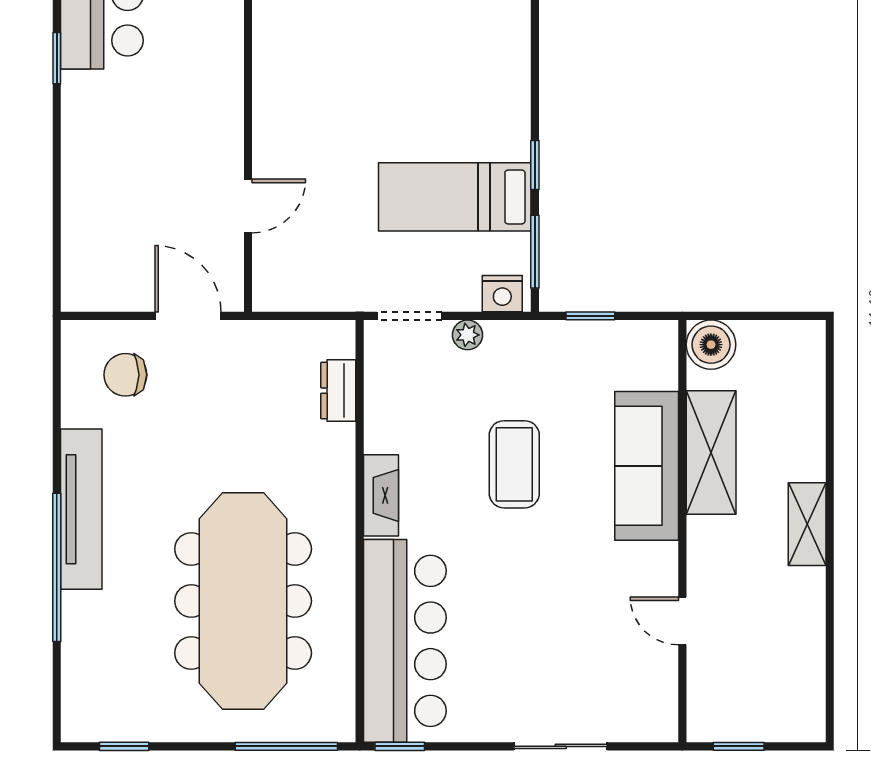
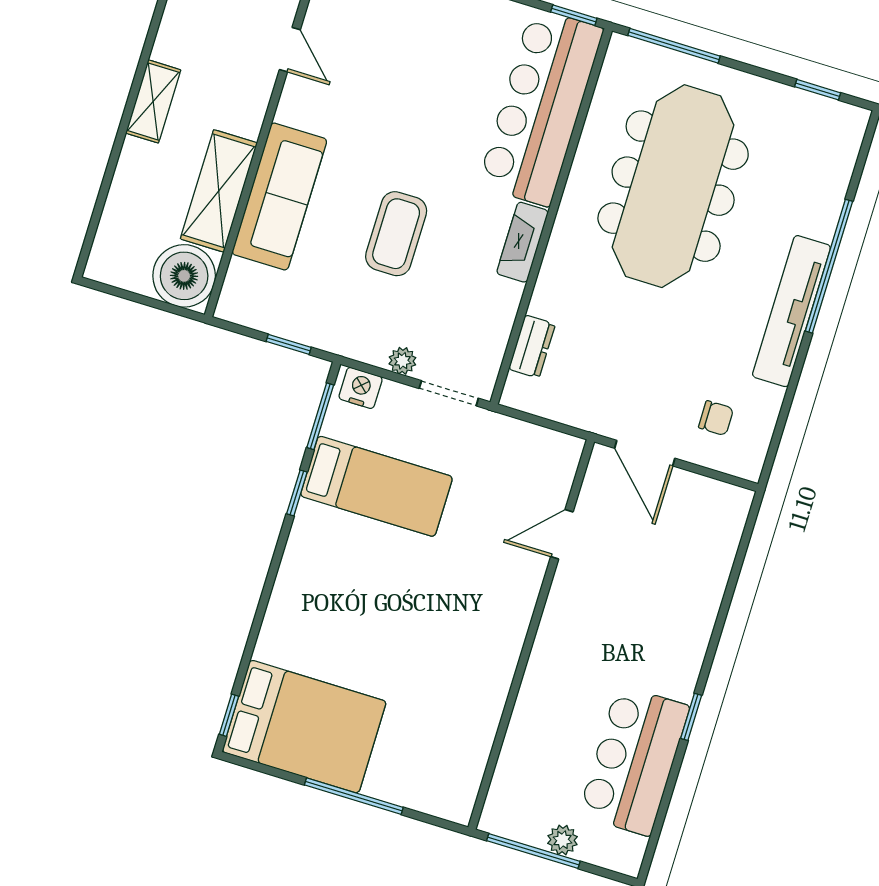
boiler: (711, 345) -> (184, 276), width x1.37, depth x1.37
chair: (125, 375) -> (716, 418), width x0.73, depth x0.73

